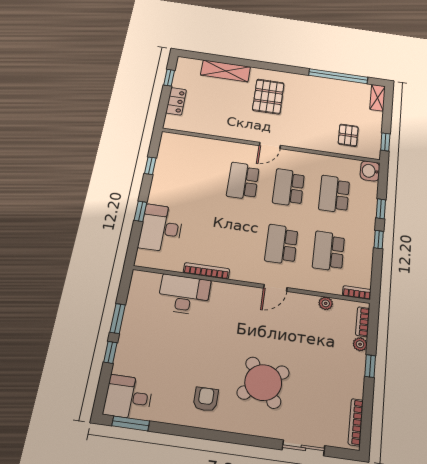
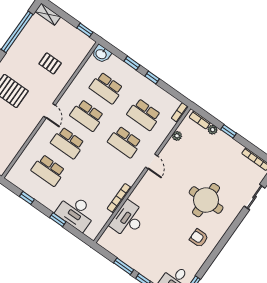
pallet: (348, 135) -> (50, 63), moved
school desk: (197, 174) -> (48, 170), added
round table: (263, 382) -> (206, 200), turned 36

